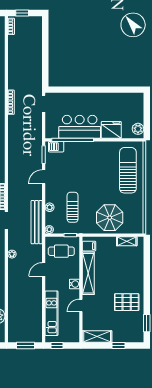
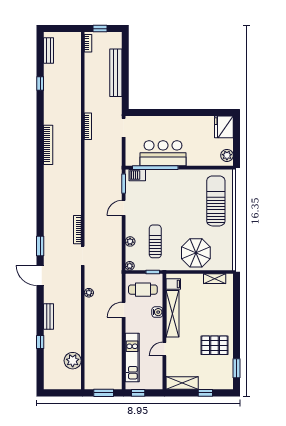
fridge: (111, 130) -> (224, 127), moved, turned -90
bench: (37, 222) -> (116, 73), moved
water cooler: (74, 284) -> (157, 312), moved

